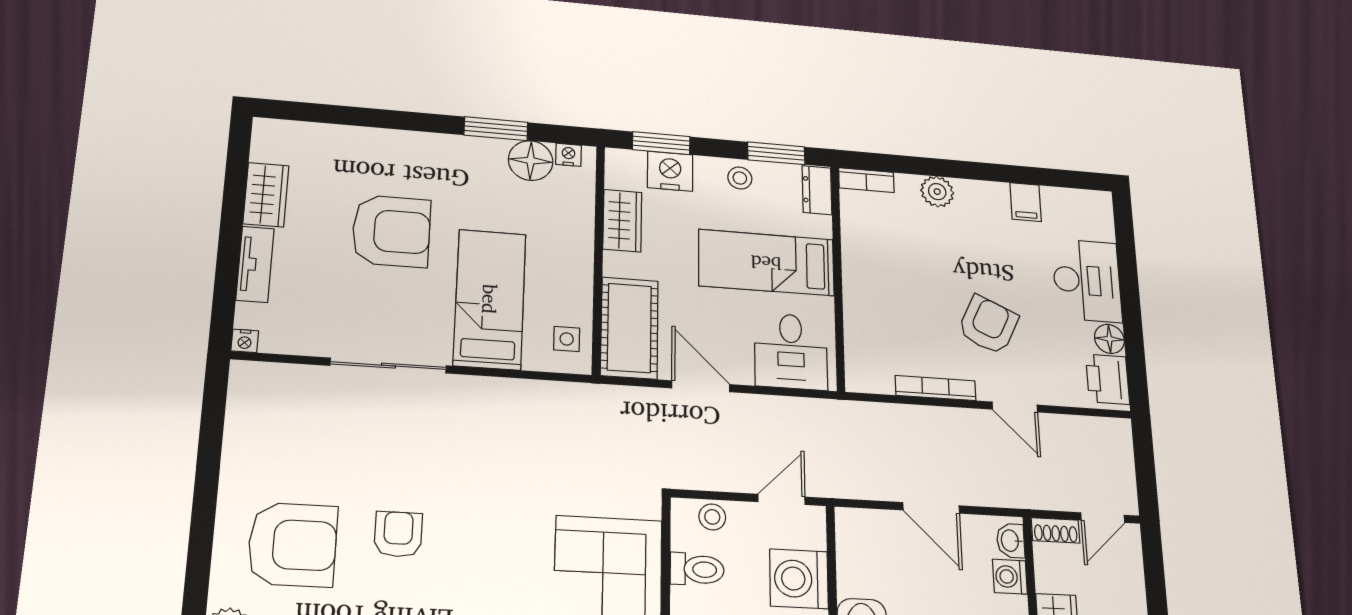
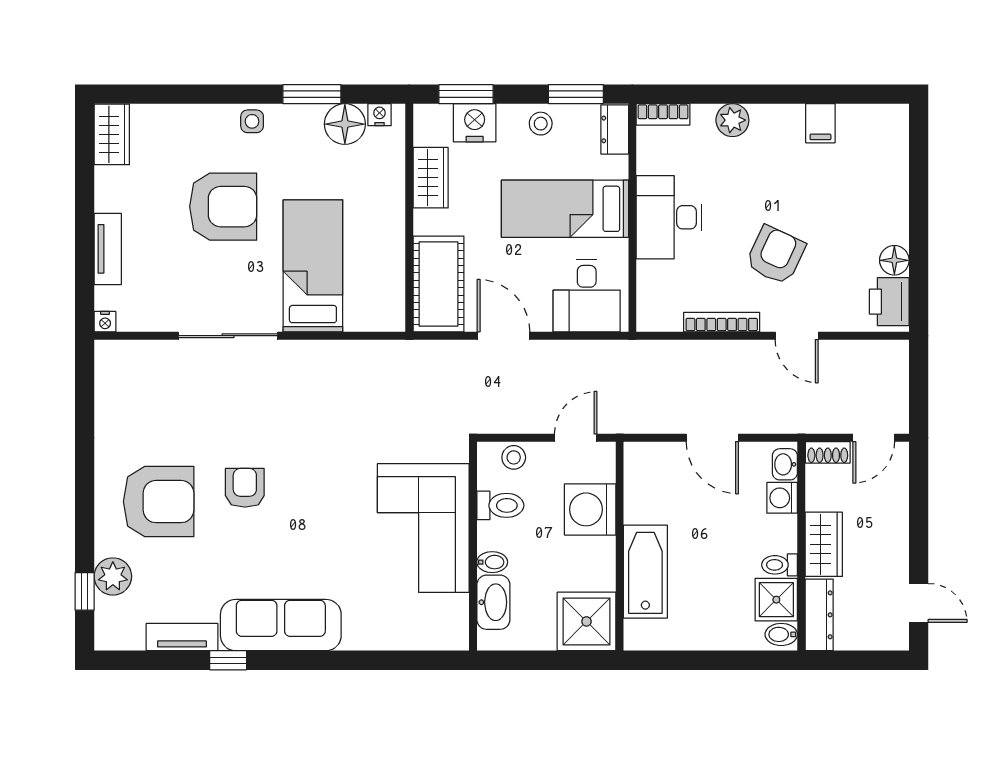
wardrobe: (266, 195) -> (112, 134), moved
desk: (1087, 280) -> (669, 217), moved, turned 180
side table: (567, 339) -> (252, 121), moved

